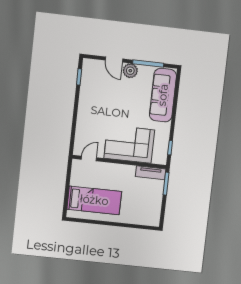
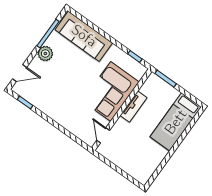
door: (114, 60) -> (20, 73), moved
tv unit: (151, 173) -> (134, 107), moved
bed: (94, 200) -> (176, 122), moved, turned 180

